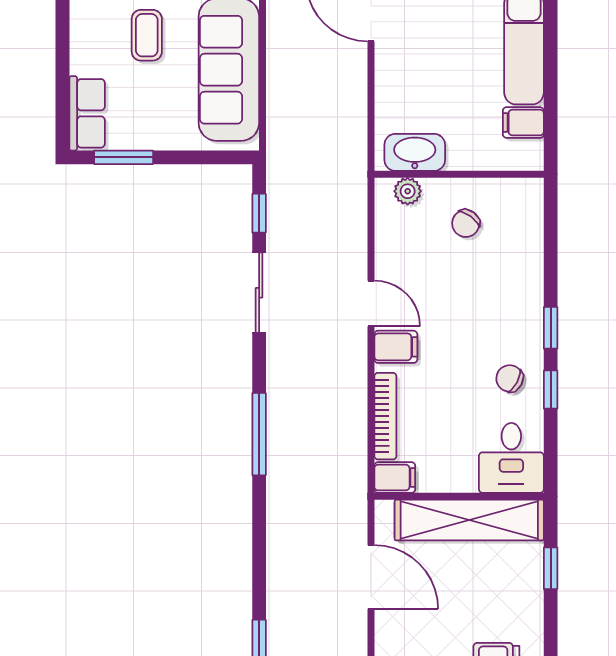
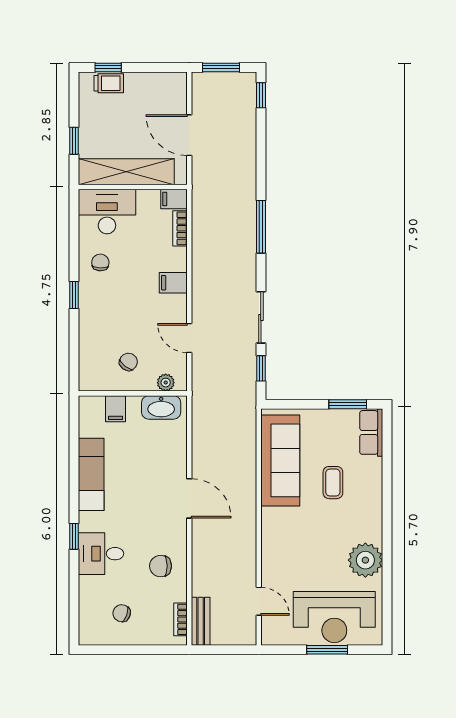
filing cabinet: (523, 123) -> (115, 409), moved, turned 90
door: (371, 303) -> (189, 338), moved
chair: (510, 378) -> (100, 262), turned -115
window: (551, 390) -> (74, 255), removed
bookcase: (385, 416) -> (180, 228), width x0.64
desk: (511, 458) -> (107, 212), width x1.37

